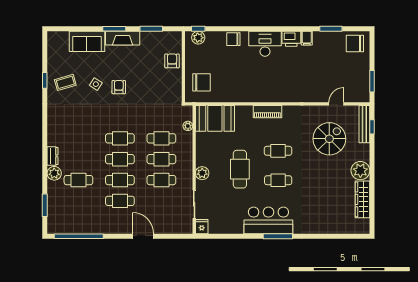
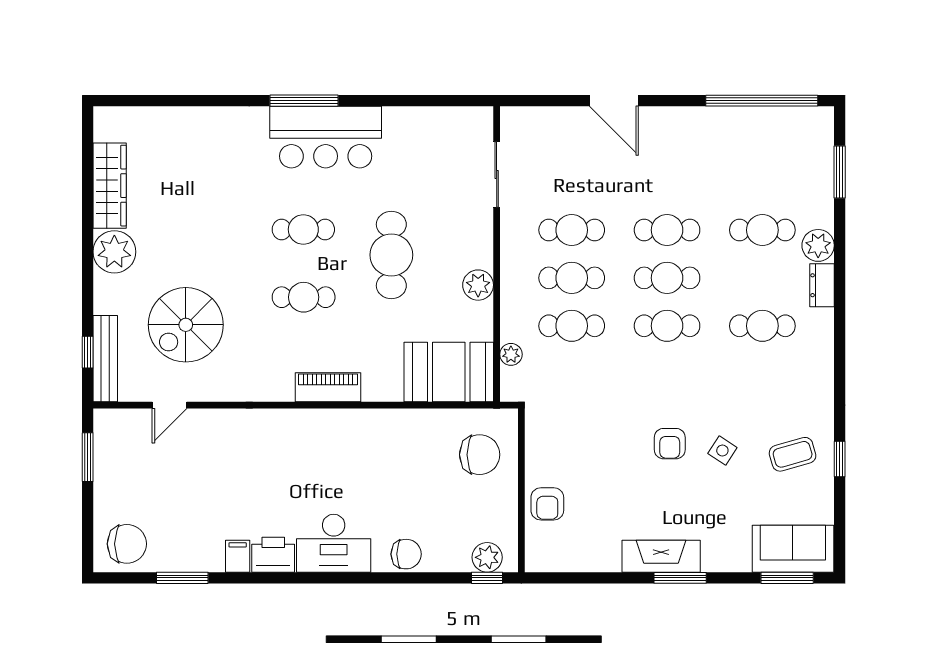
window: (151, 29) -> (787, 578), moved
sofa: (87, 41) -> (793, 549), moved
chair: (201, 82) -> (480, 455), turned 180
plant: (202, 173) -> (478, 285), moved
cafe table: (120, 201) -> (762, 326), moved
fridge: (202, 227) -> (479, 123), removed

